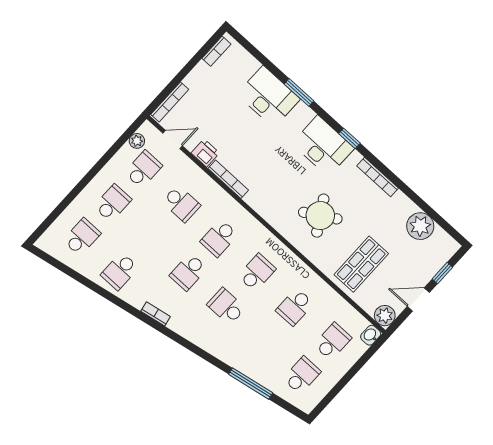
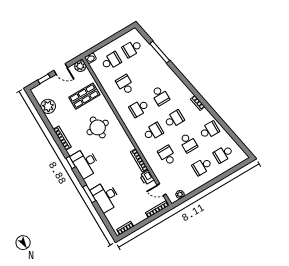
school desk: (143, 169) -> (188, 143), moved, turned -90
round table: (320, 216) -> (98, 127), turned 31
school desk: (295, 307) -> (125, 85), turned -90
school desk: (333, 341) -> (111, 61), turned 180

